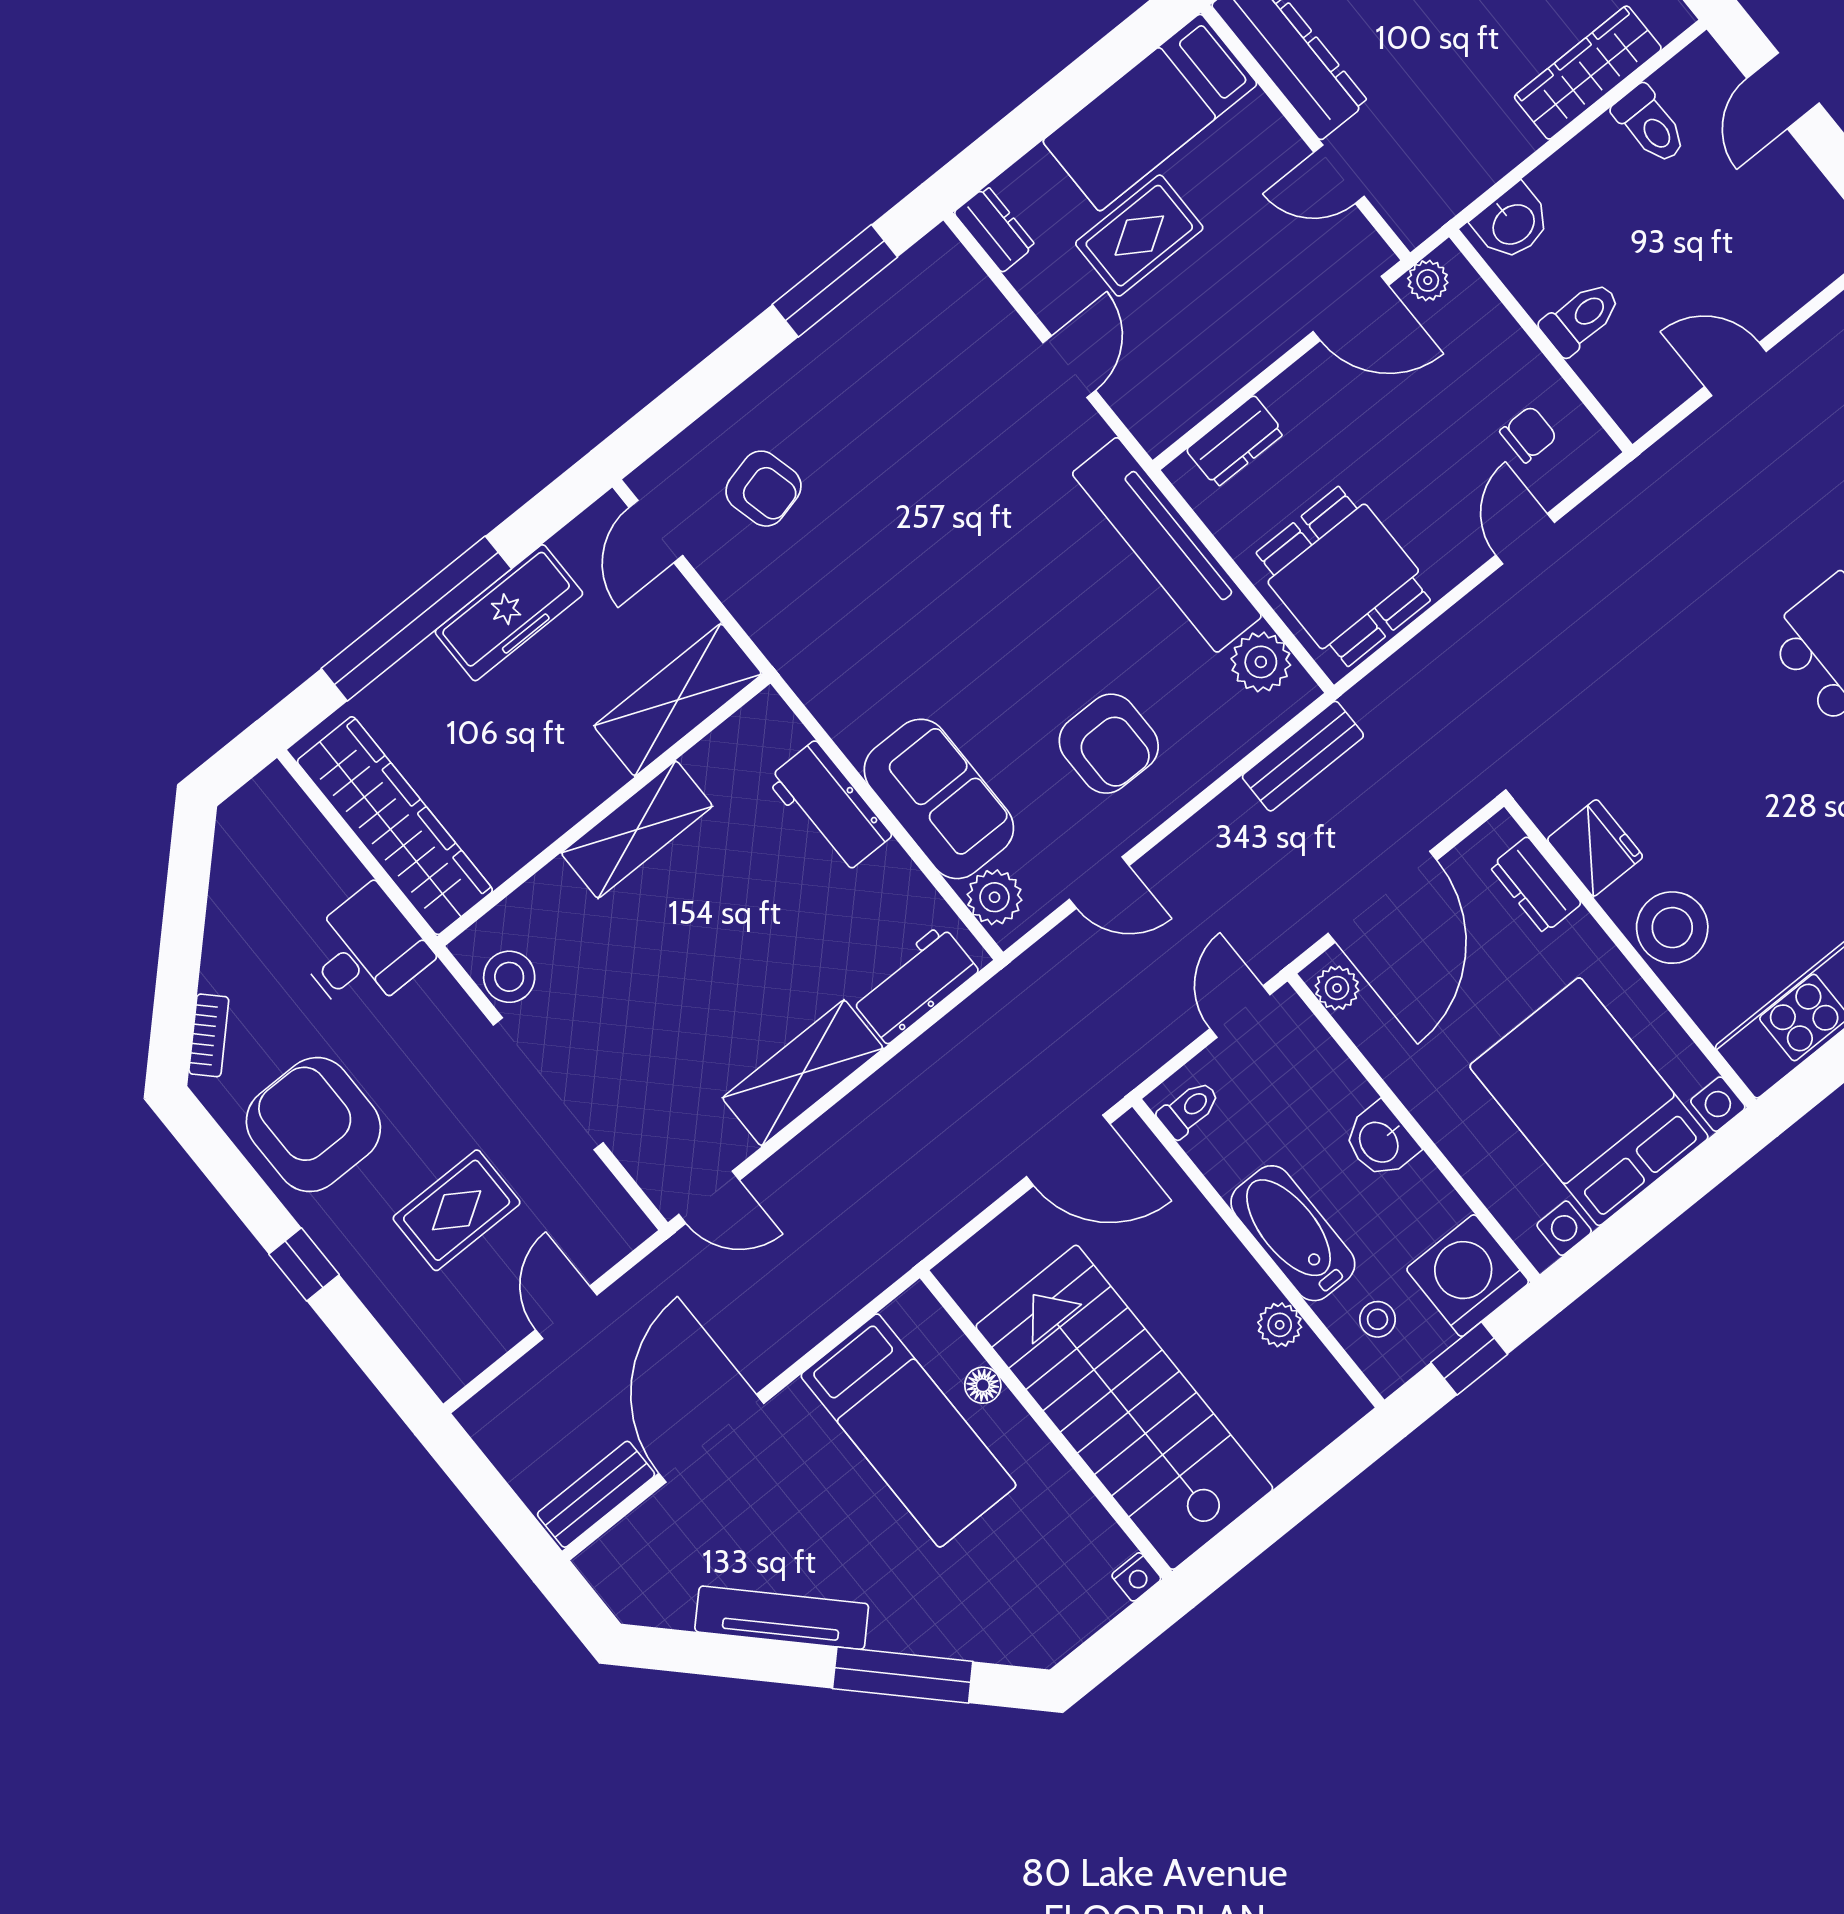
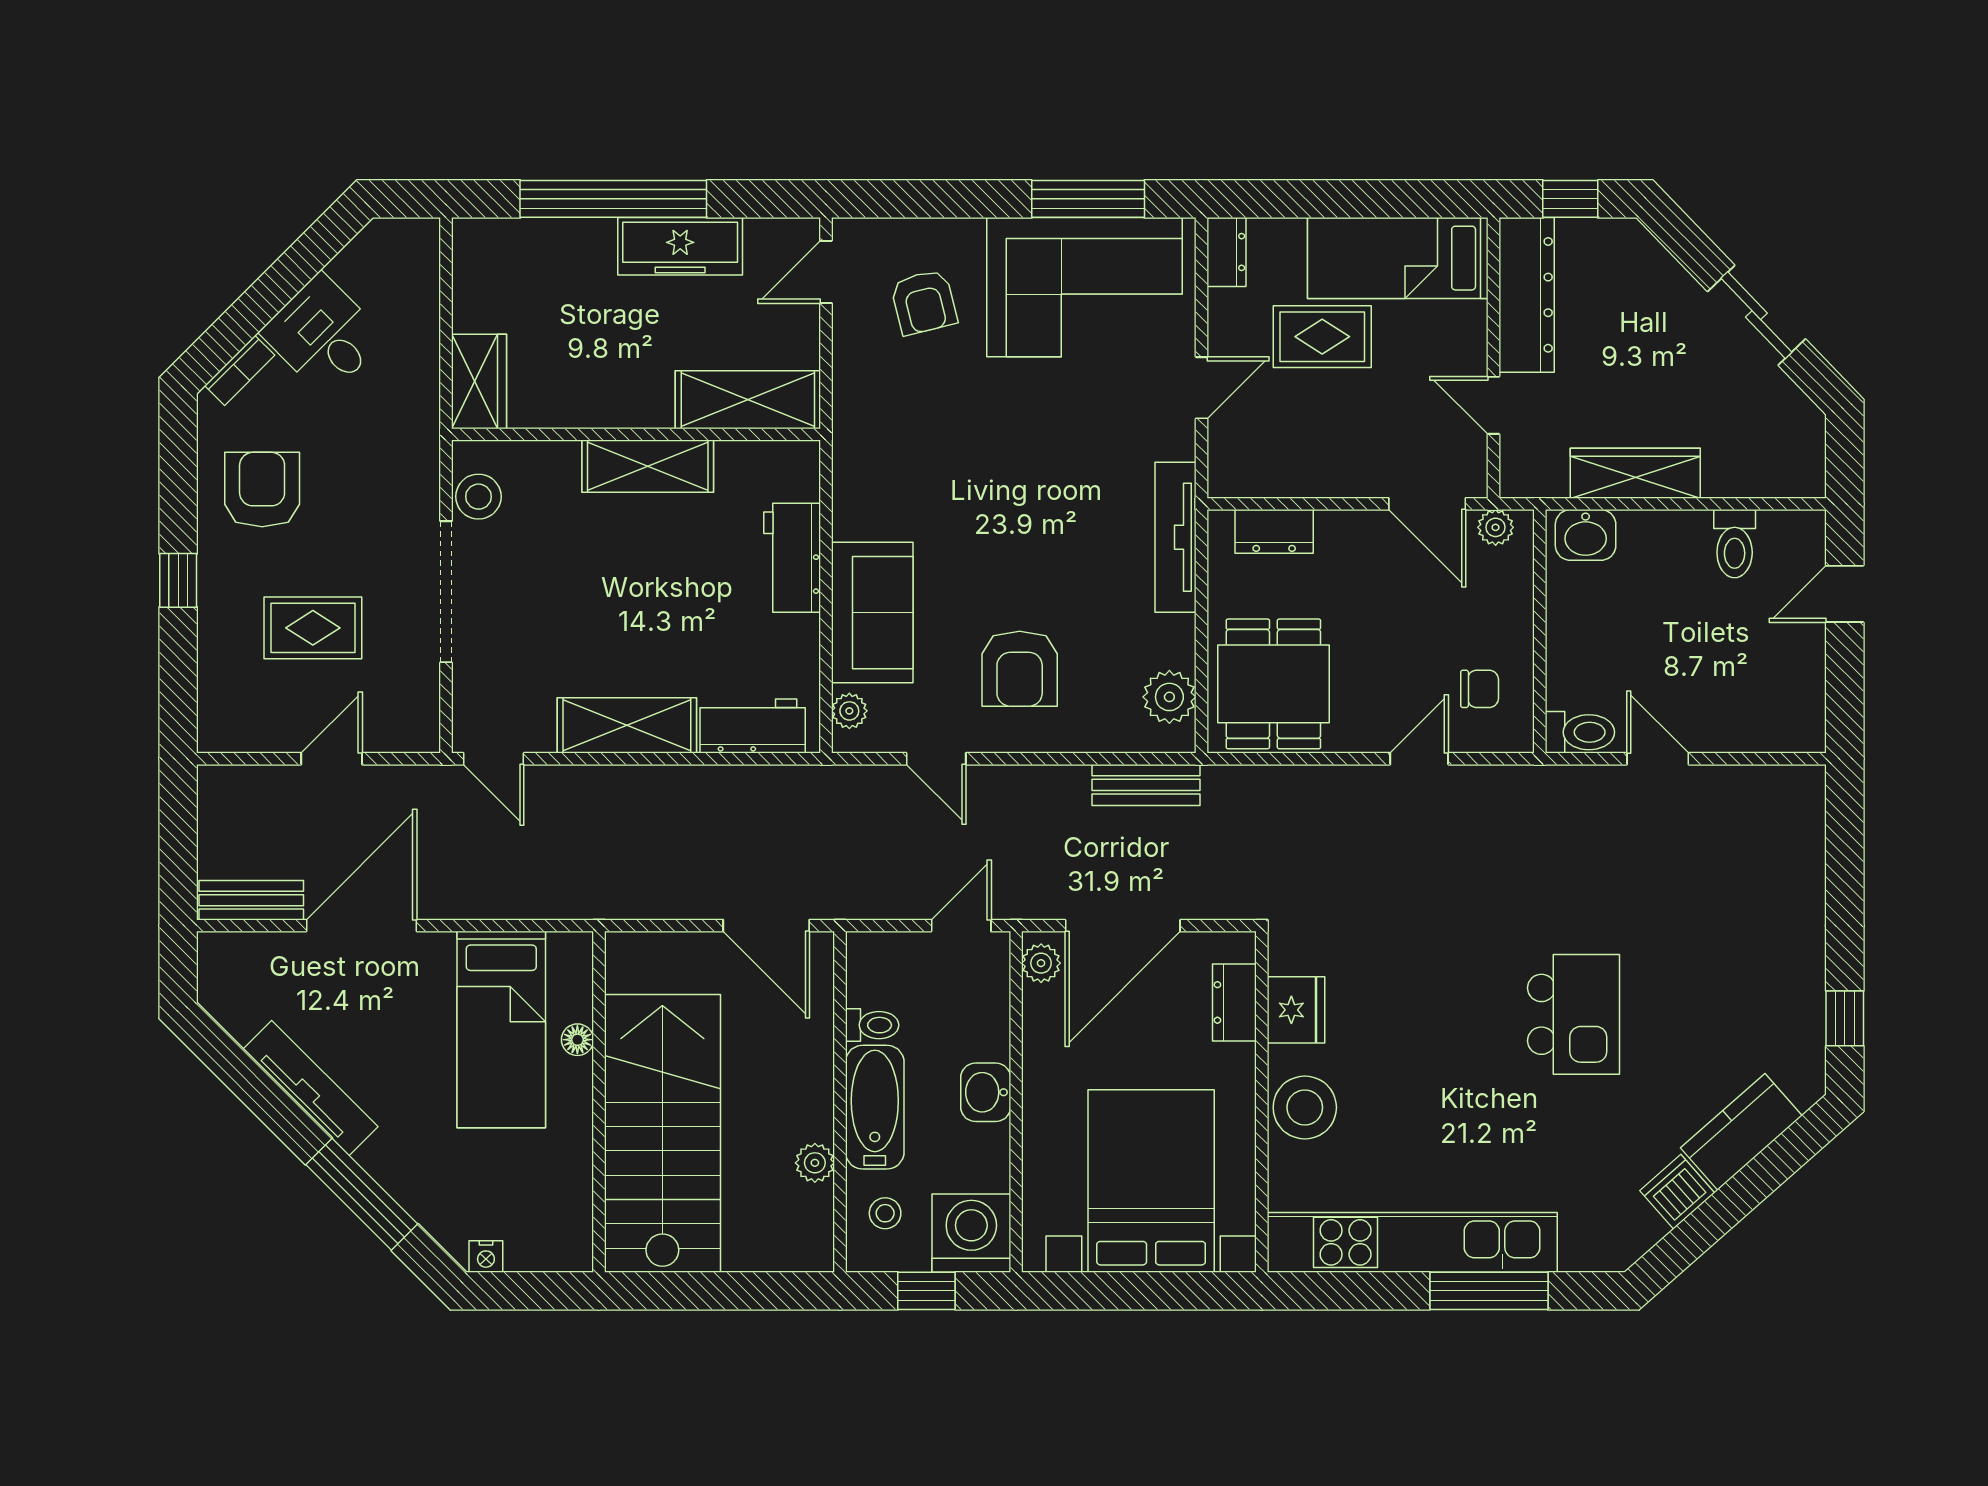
wardrobe: (1588, 73) -> (1635, 473), moved
toilet: (1581, 318) -> (1580, 732), moved
corner sofa: (894, 361) -> (1085, 287), added
tv unit: (1167, 545) -> (1176, 537), width x0.73, depth x0.78
wardrobe: (395, 826) -> (479, 381), width x0.48, depth x0.85
plant: (994, 897) -> (849, 711), width x0.73, depth x0.73
desk: (364, 952) -> (323, 335), moved, turned -135
toilet: (1189, 1109) -> (872, 1025), moved
armchair: (313, 1125) -> (262, 490), width x0.73, depth x0.73
nightstand: (1136, 1577) -> (486, 1257), moved

